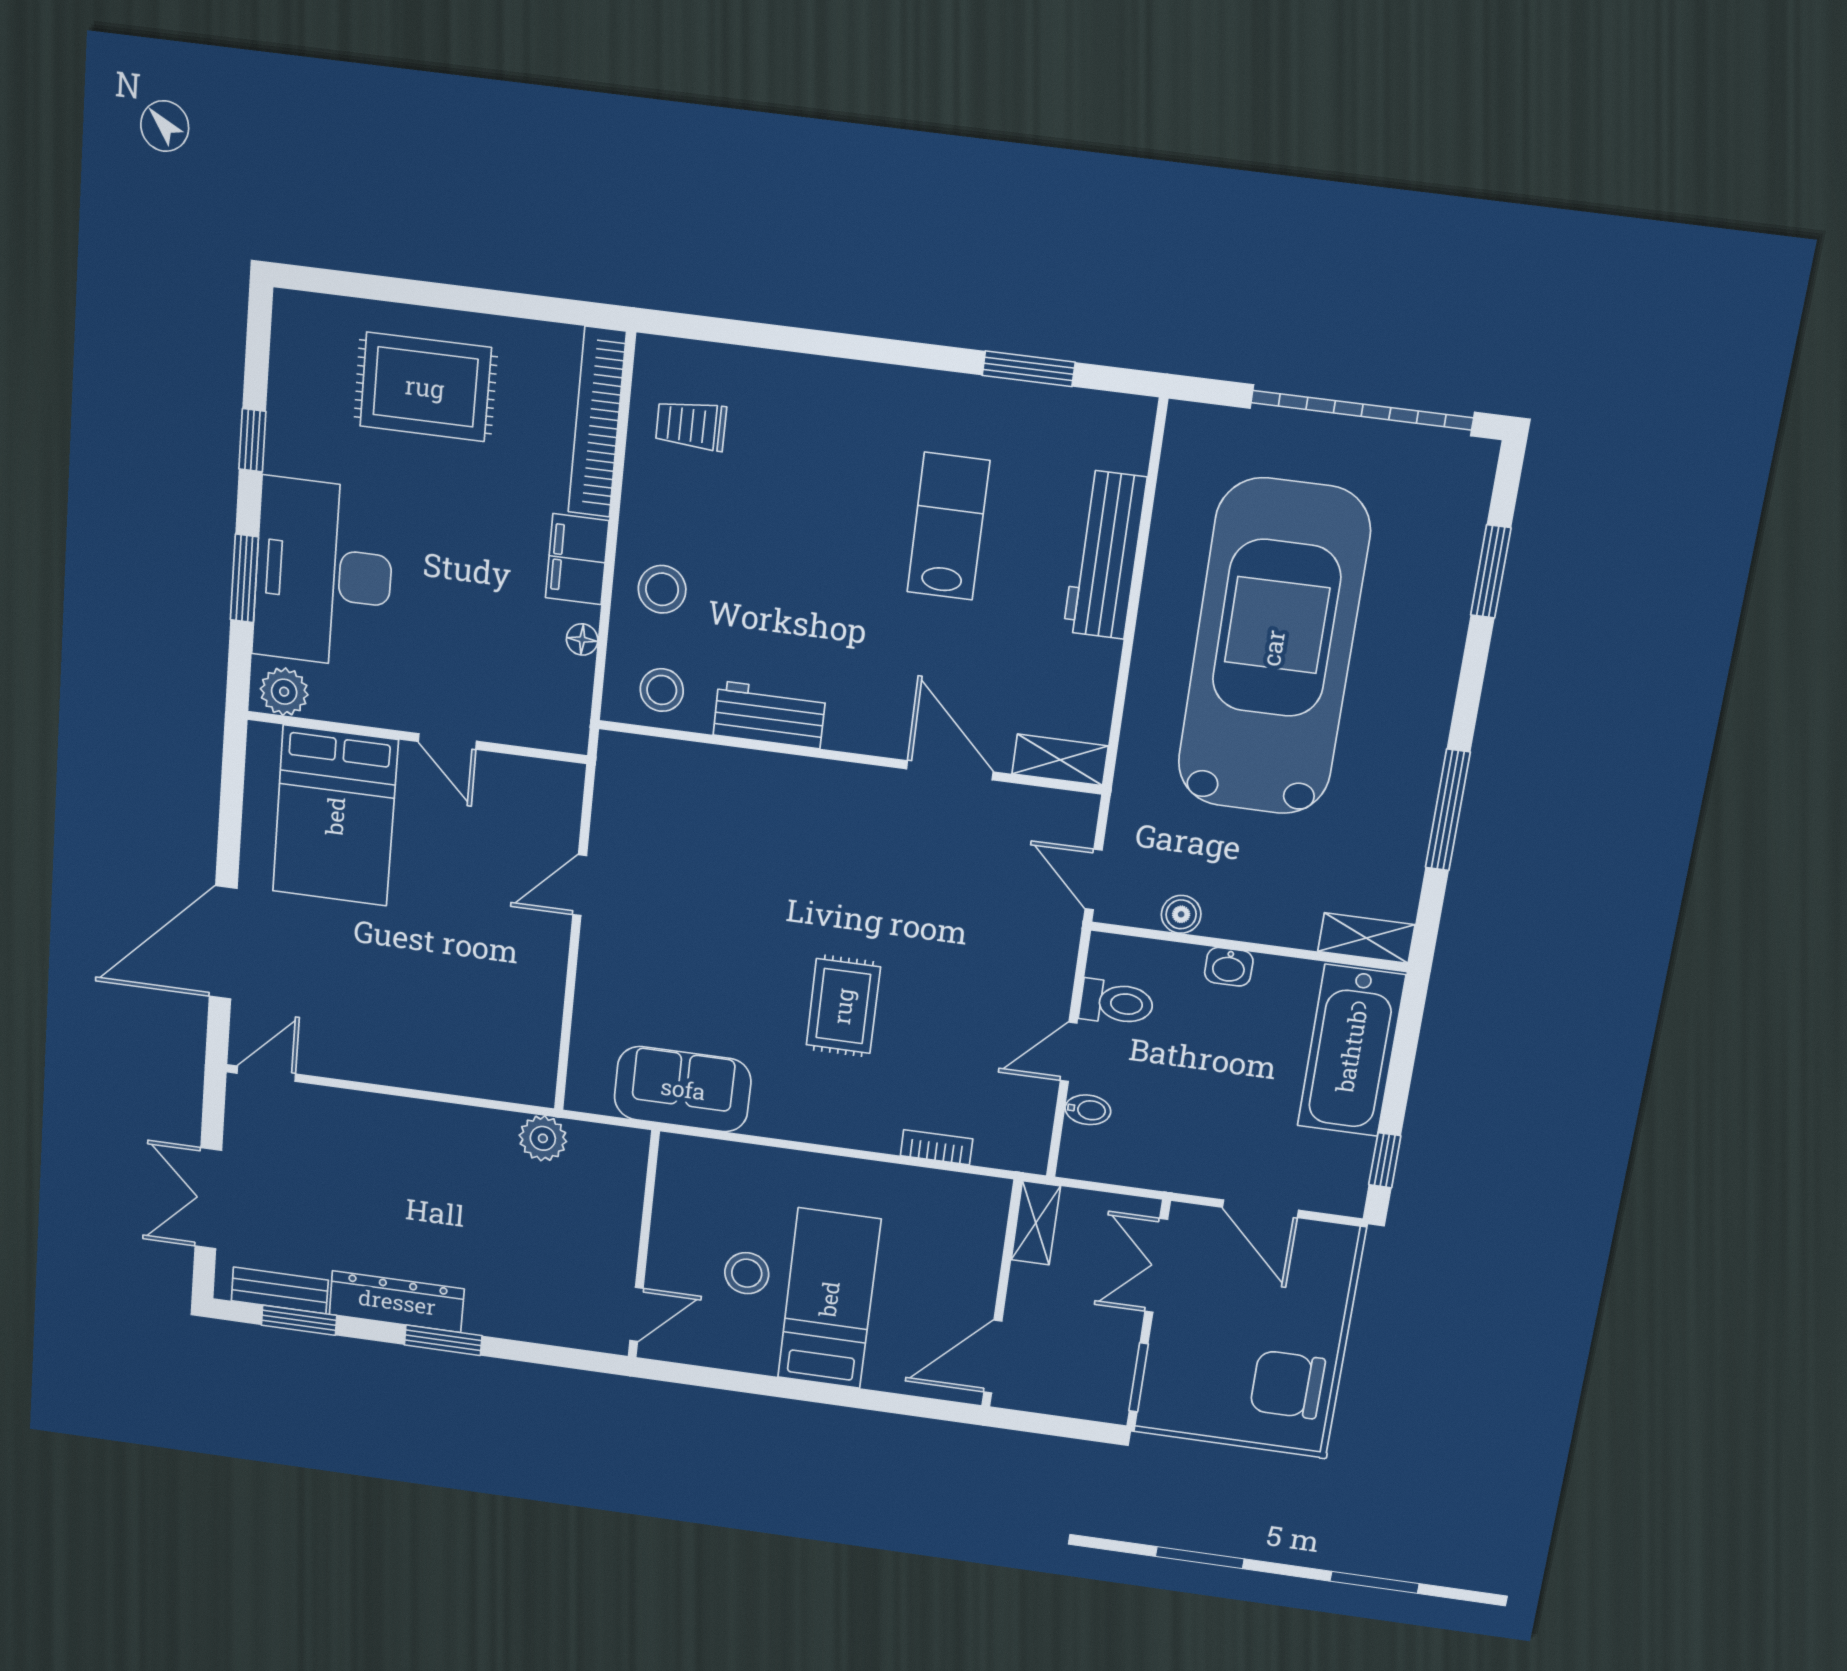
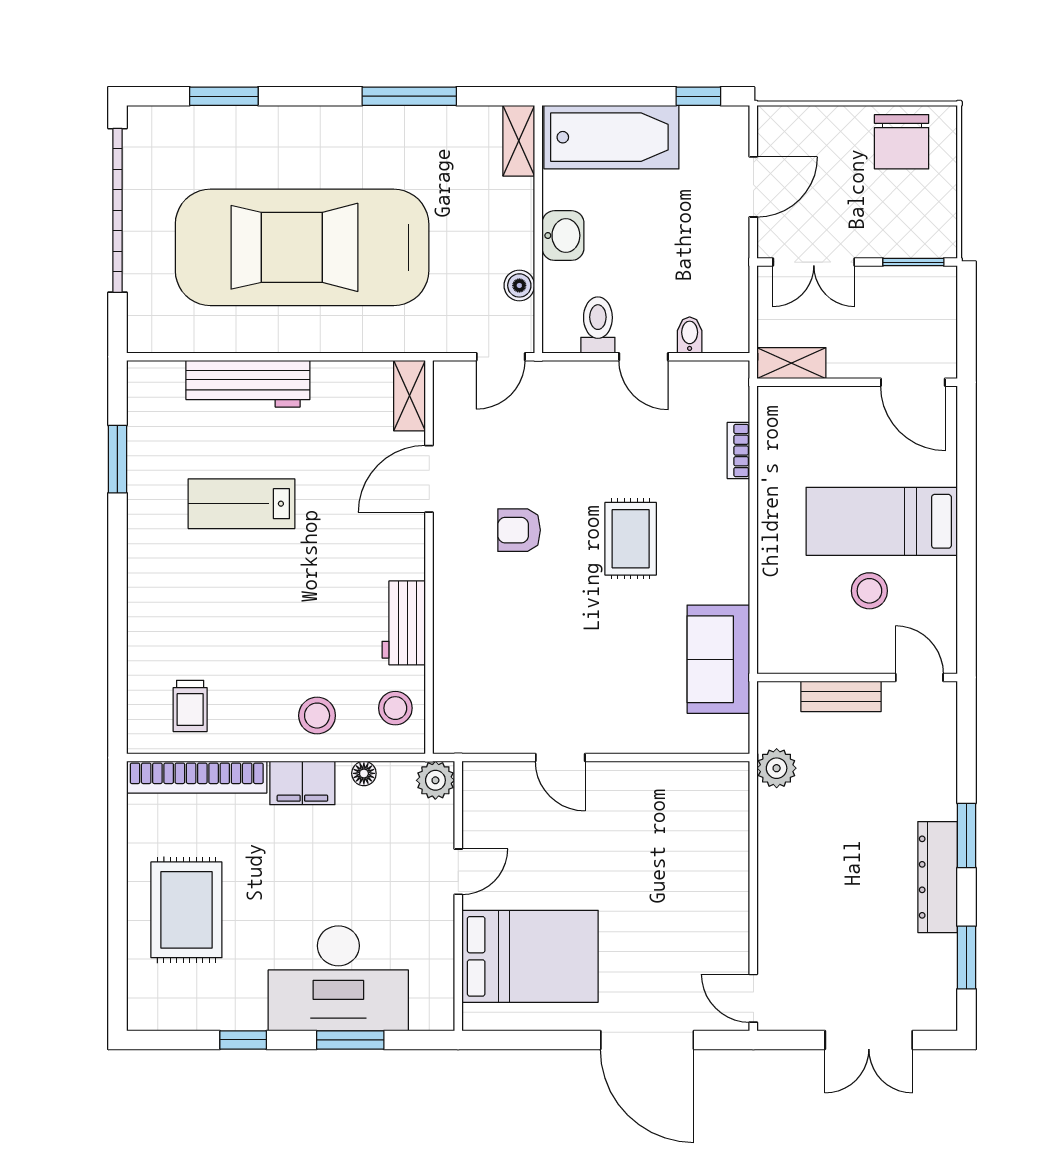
plant: (284, 692) -> (435, 780), moved
armchair: (871, 873) -> (519, 530), added
washbasin: (1229, 967) -> (563, 236), width x1.38, depth x1.45
rug: (843, 1006) -> (631, 539), turned 90
bench: (280, 1290) -> (841, 696), moved, turned 90

